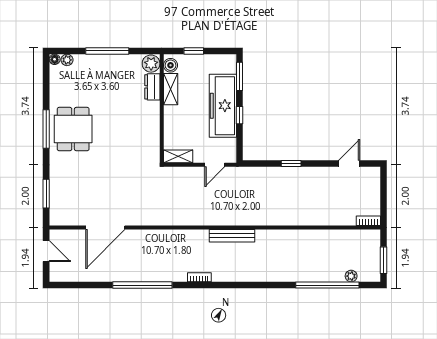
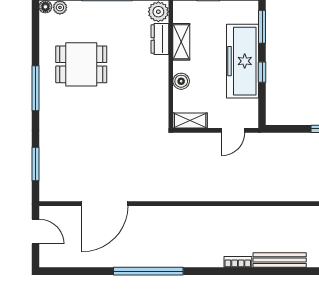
boiler: (170, 65) -> (181, 81), moved
dining table: (73, 129) -> (81, 64), moved, turned 90
bench: (232, 236) -> (280, 260), moved
bookcase: (199, 277) -> (238, 262), moved

